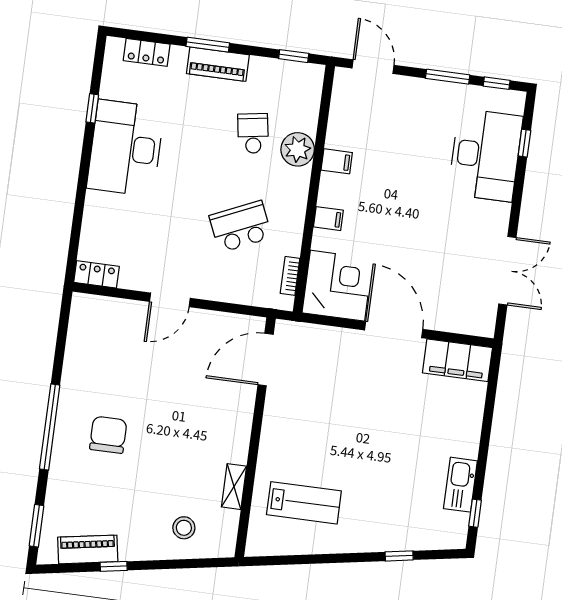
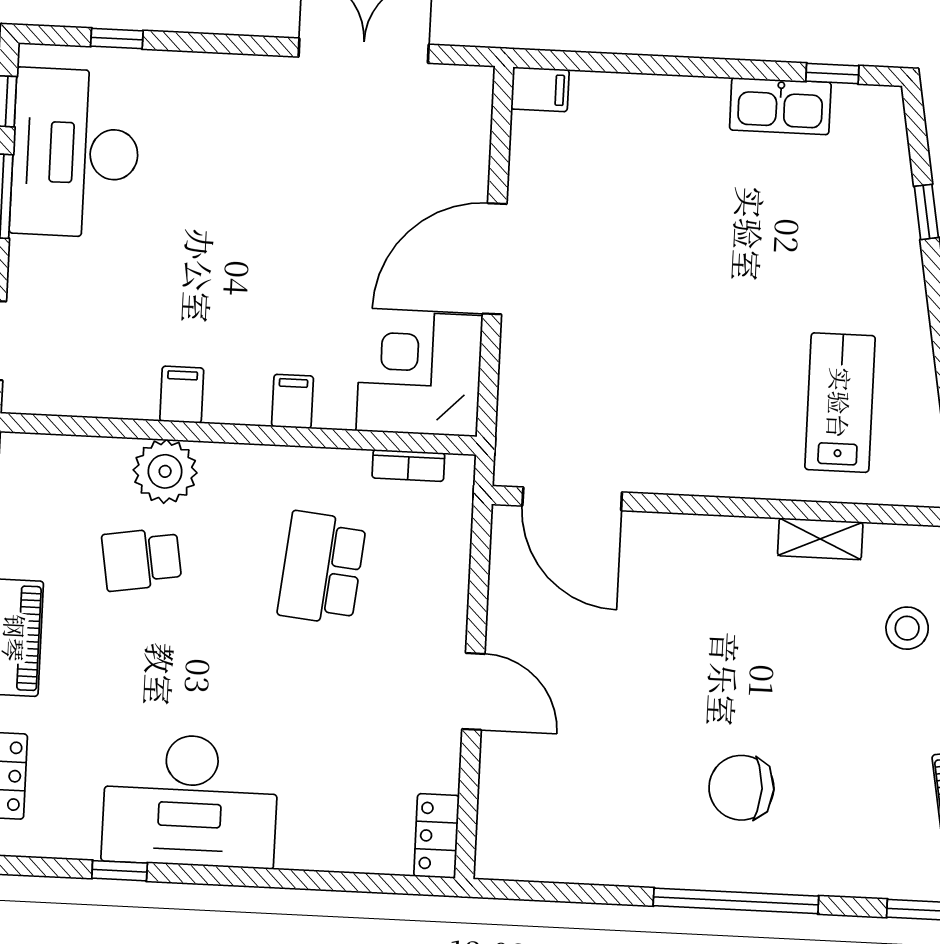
desk: (485, 155) -> (75, 153), moved, turned -90
school desk: (241, 227) -> (322, 568), turned 30
filing cabinet: (457, 360) -> (540, 89), width x0.33, depth x0.86

